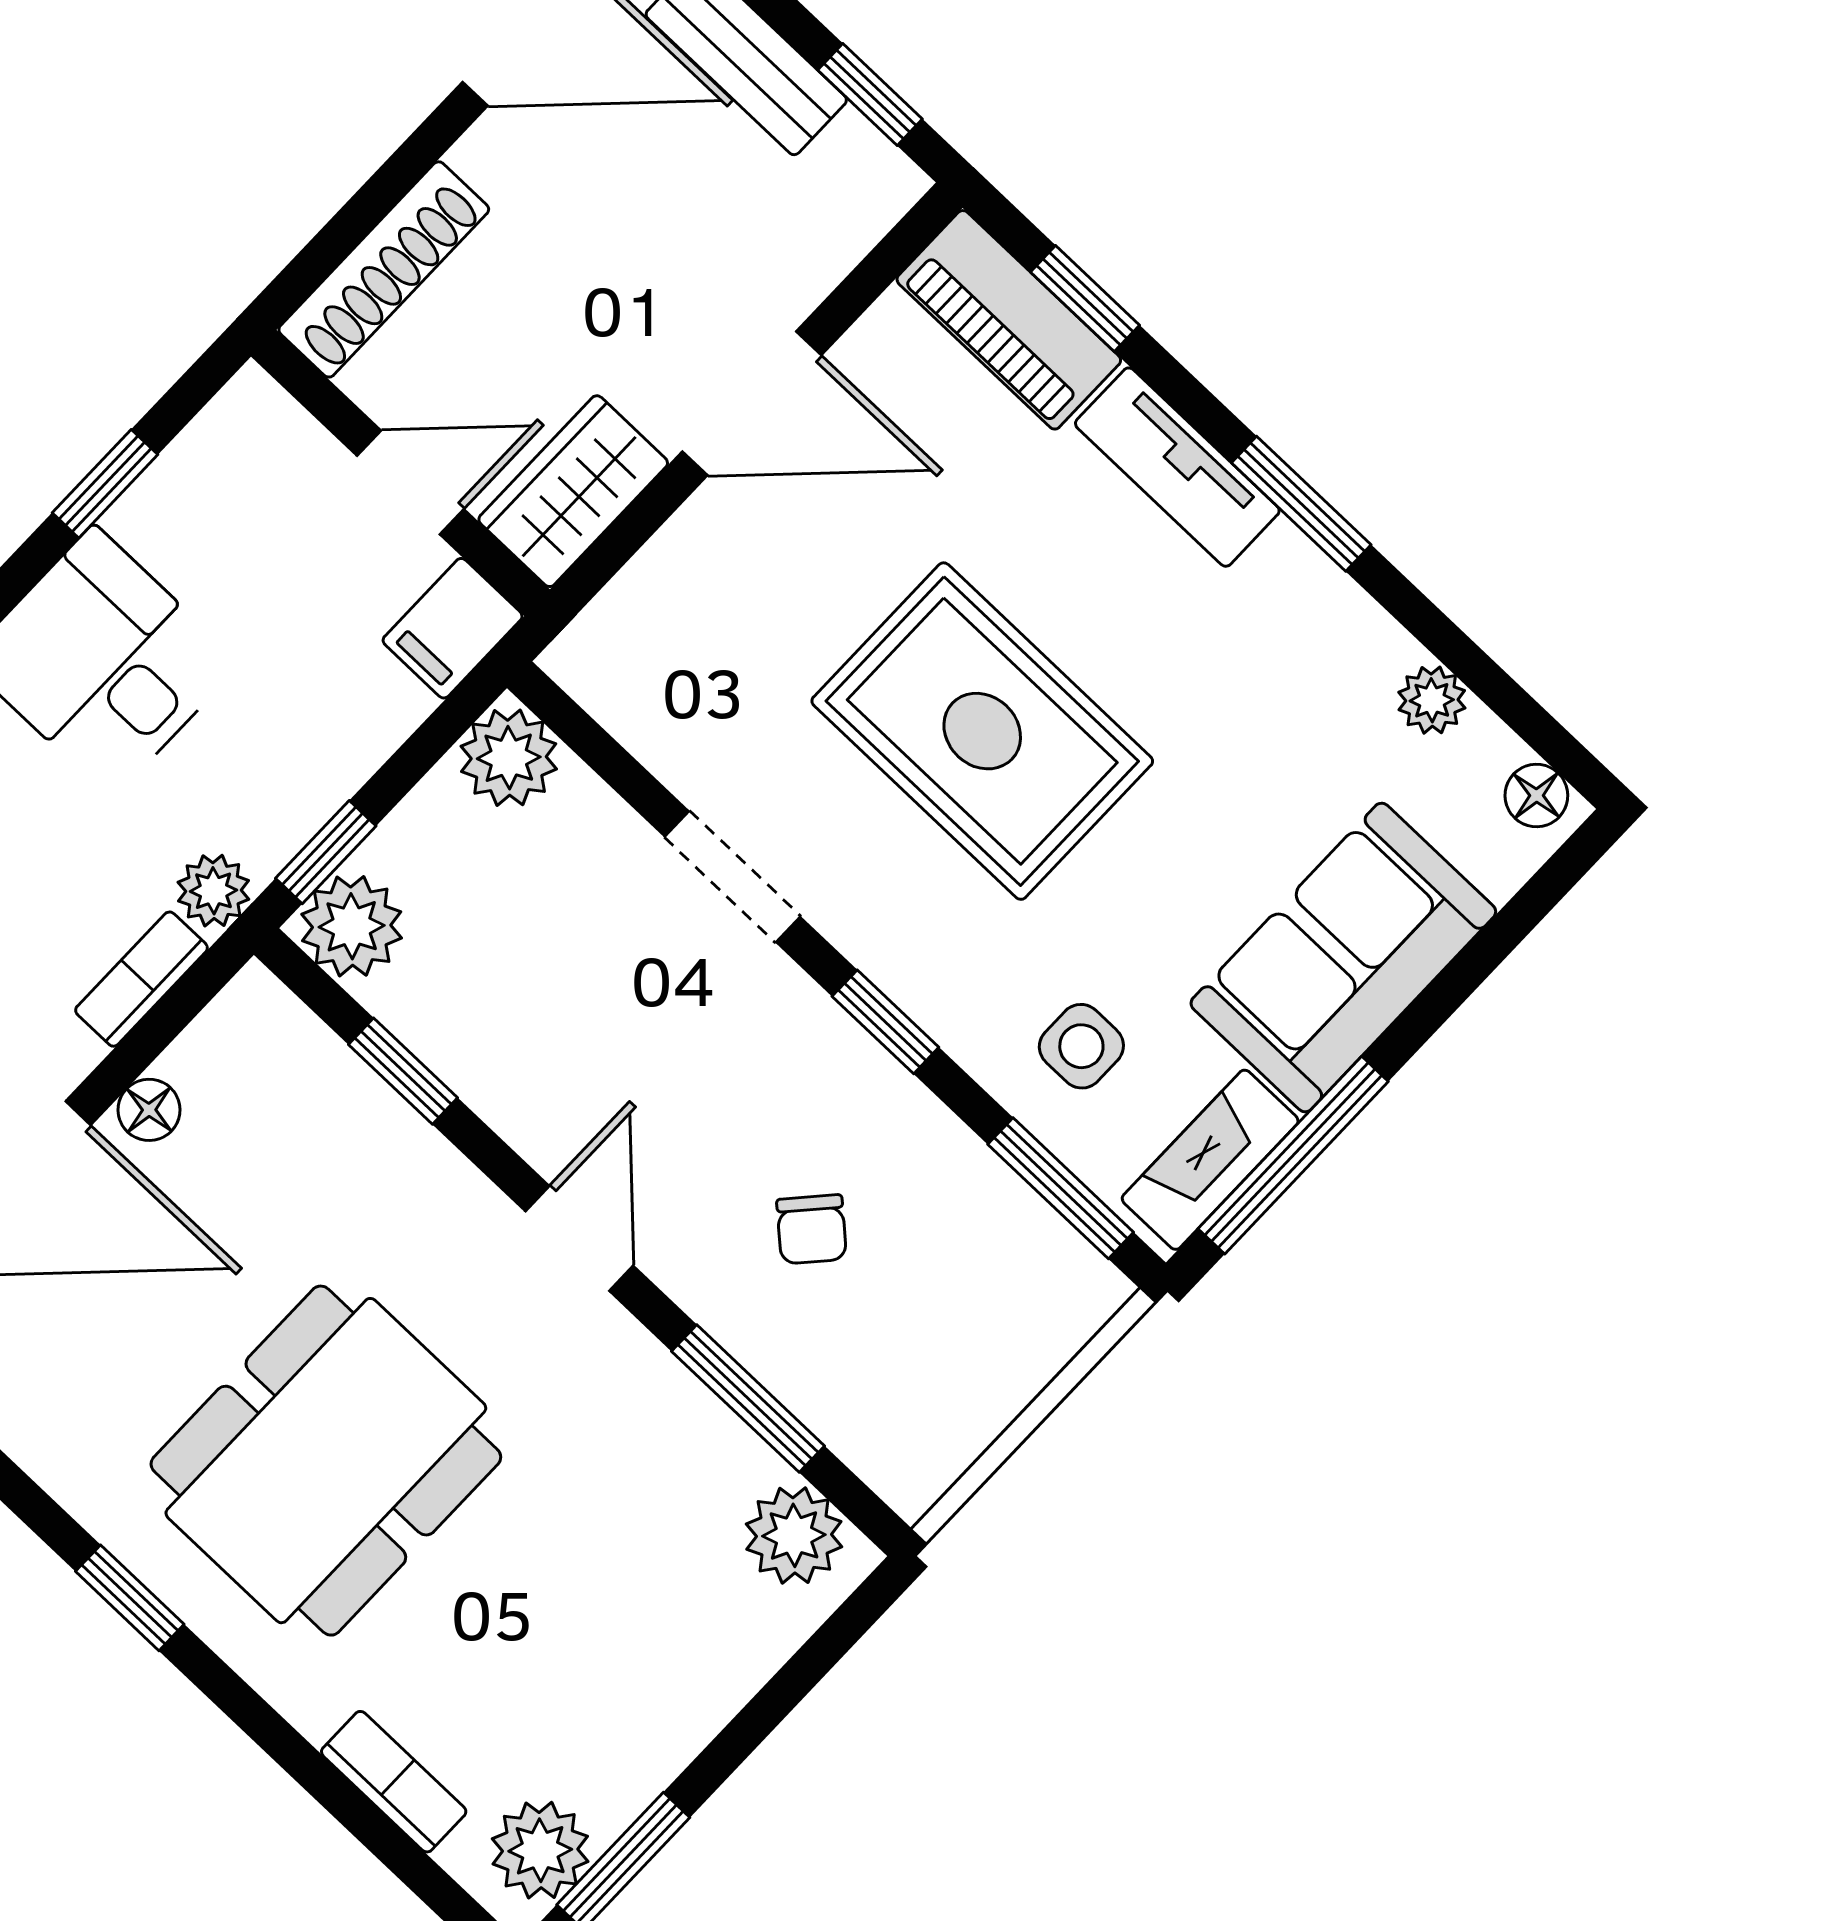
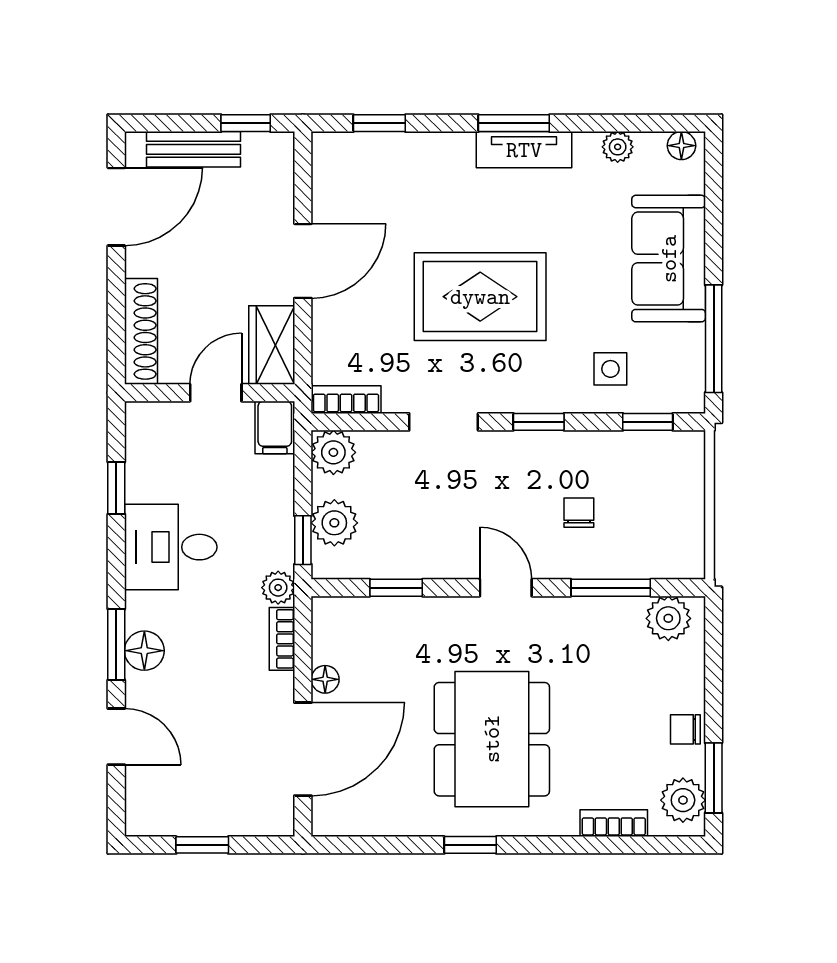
piano: (1009, 320) -> (361, 154), removed
tv unit: (1177, 467) -> (524, 150), moved
bookcase: (609, 692) -> (346, 400), added
plant: (352, 926) -> (334, 523), moved
fireplace: (1210, 1160) -> (688, 366), removed
window: (1061, 1188) -> (648, 422), width x0.67
chair: (812, 1229) -> (579, 513), turned -132
chair: (652, 1740) -> (685, 729), added

